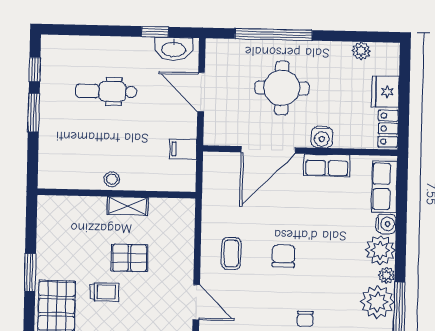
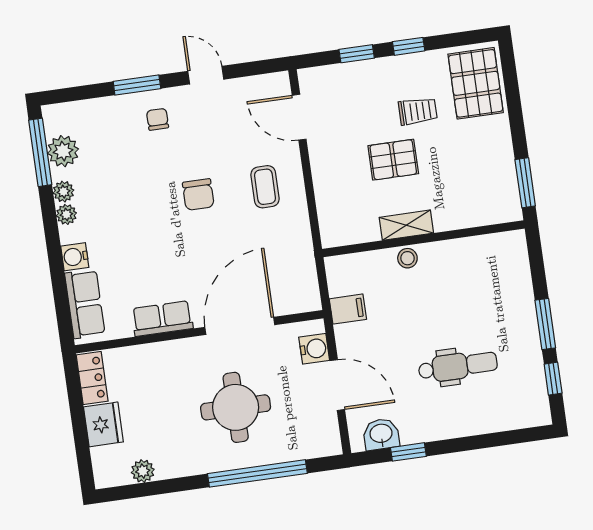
washbasin: (174, 49) -> (381, 434), width x0.72
water cooler: (322, 137) -> (314, 349), moved, turned 90
stool: (112, 179) -> (407, 258), moved
plant: (380, 250) -> (66, 214), width x0.53, depth x0.53
window: (30, 273) -> (525, 183), moved
trolley: (105, 292) -> (418, 111), turned 180
plant: (377, 302) -> (63, 151), width x0.73, depth x0.73

